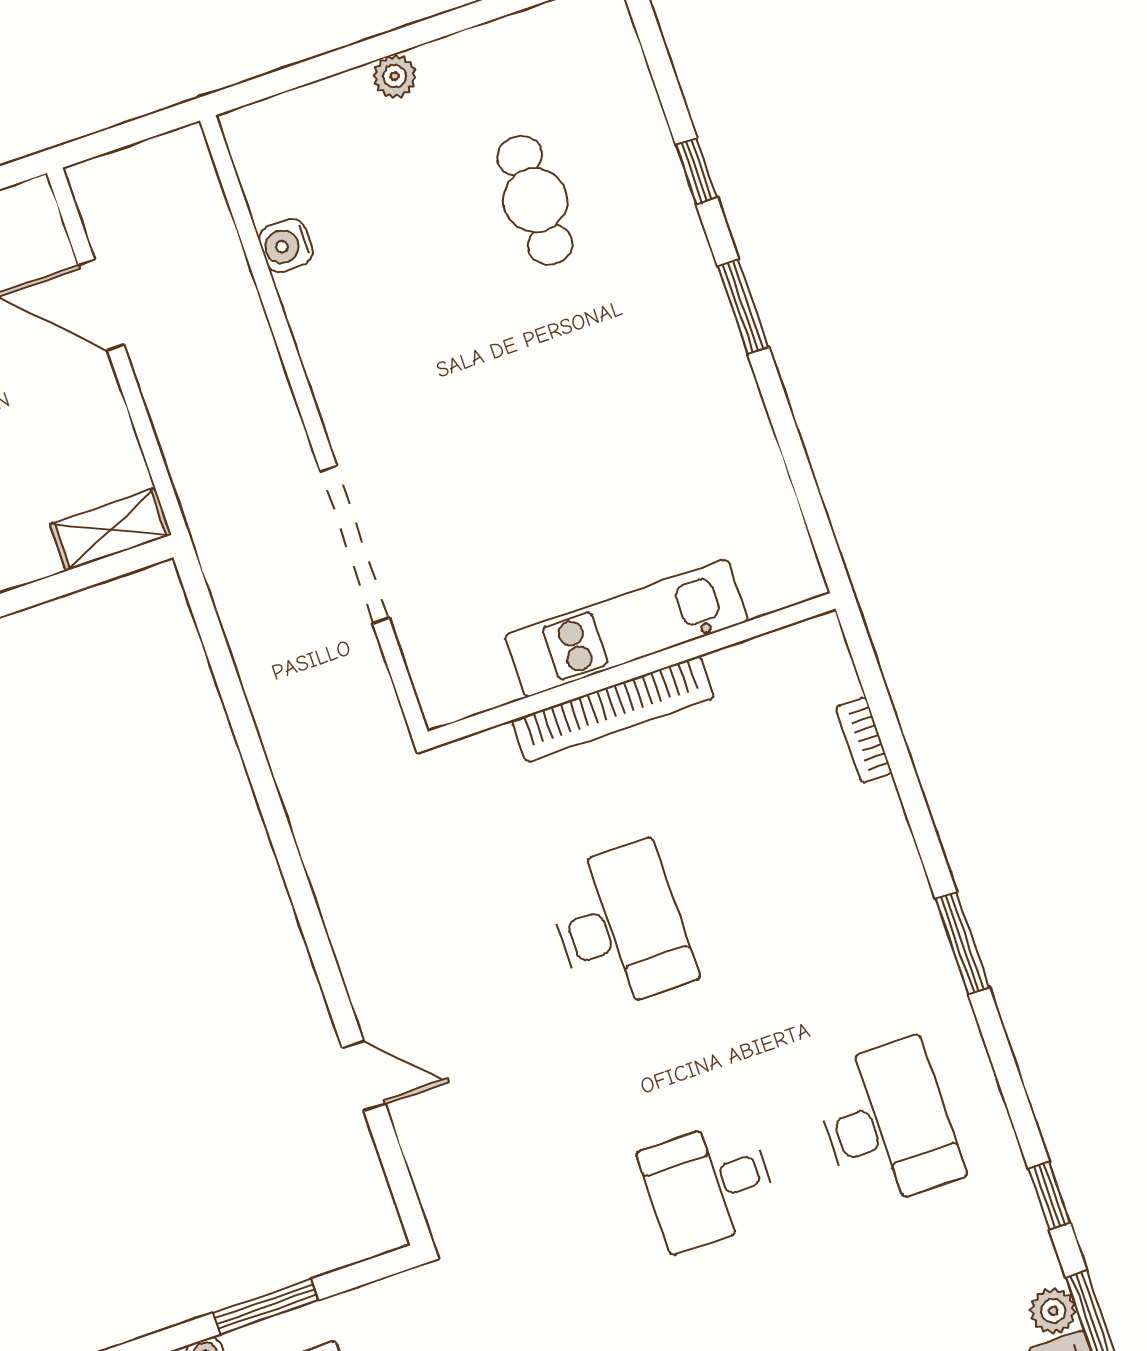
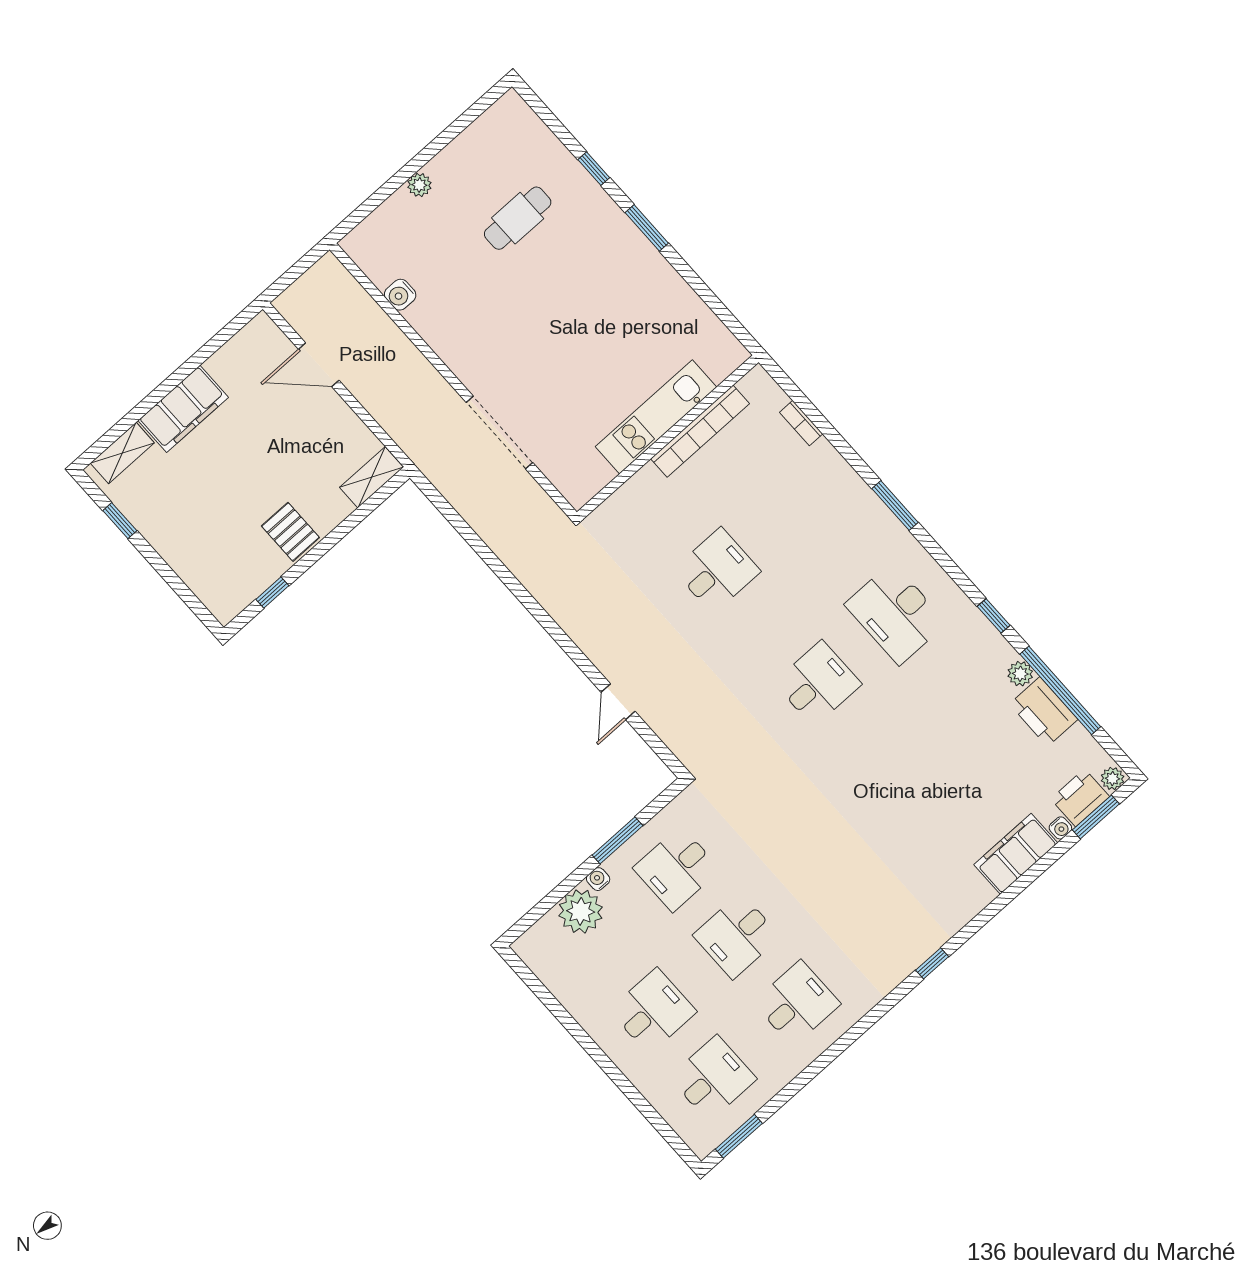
cafe table: (535, 200) -> (518, 218), turned 90
bookcase: (613, 709) -> (700, 431), moved
desk: (620, 927) -> (717, 571), width x0.73
door: (364, 1076) -> (618, 702), swing flipped
desk: (888, 1124) -> (896, 614), turned 180
desk: (709, 1185) -> (818, 683), turned 180

